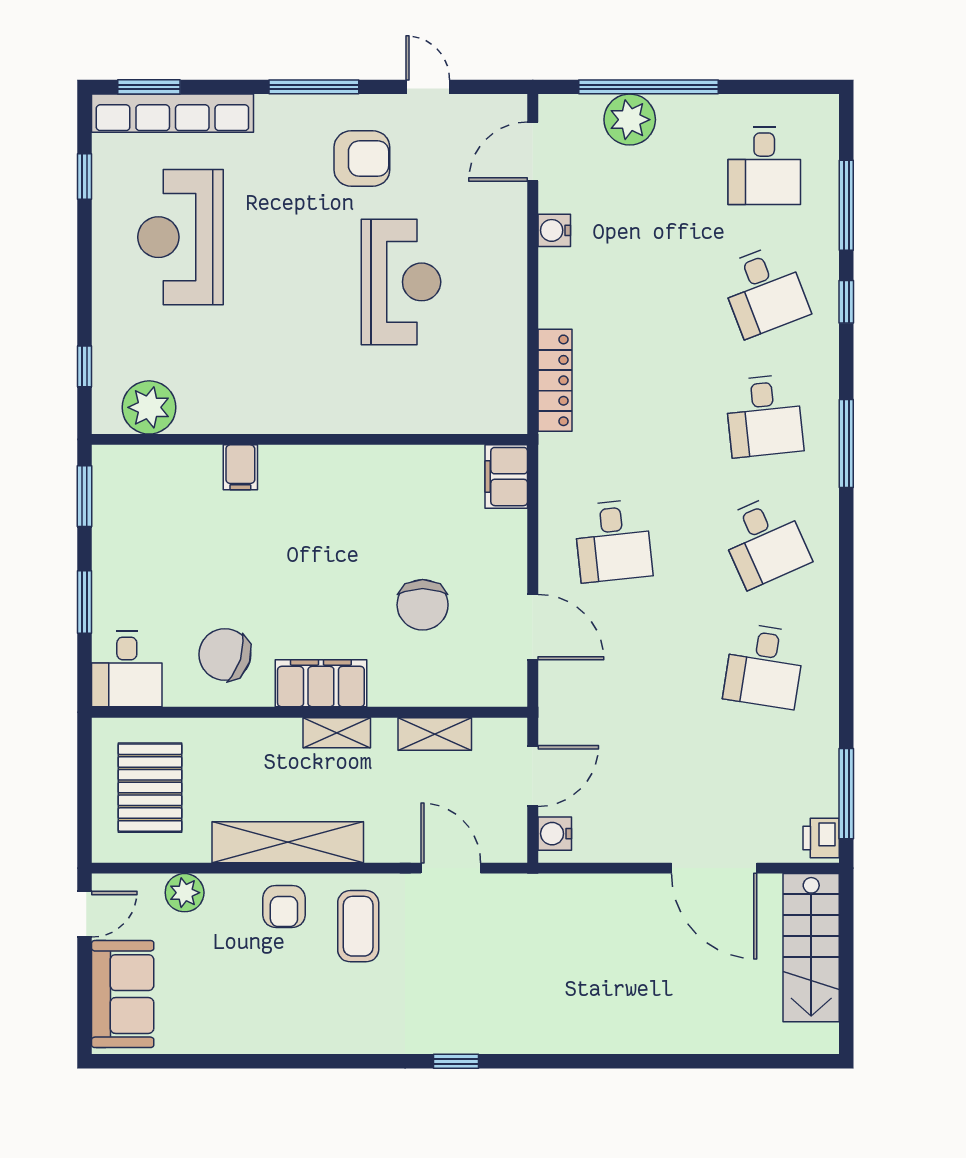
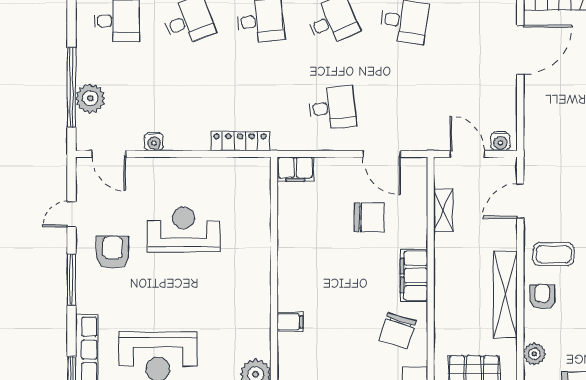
door: (533, 627) -> (382, 154), swing flipped
shelving: (337, 733) -> (442, 266), removed
armchair: (284, 906) -> (542, 297), turned -90

